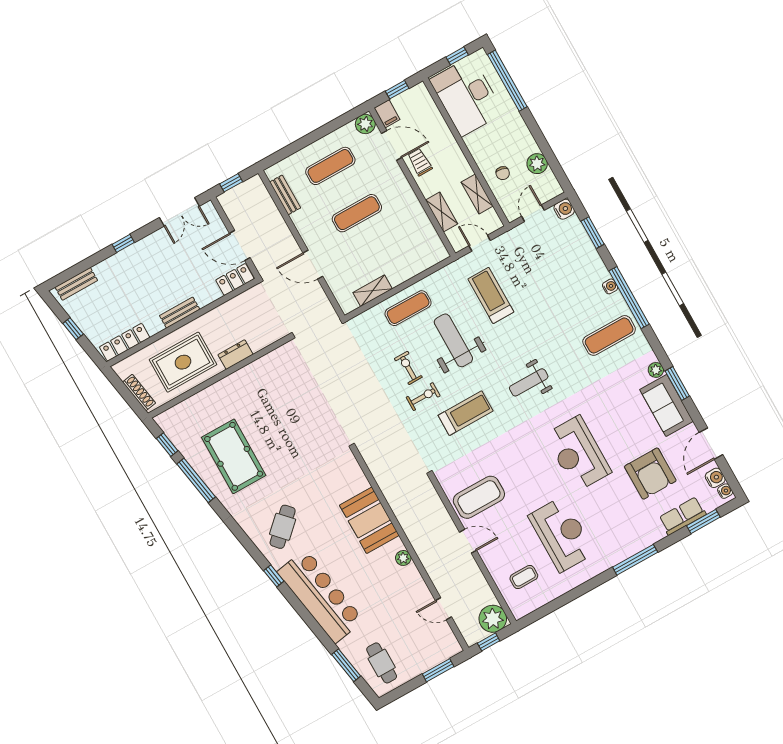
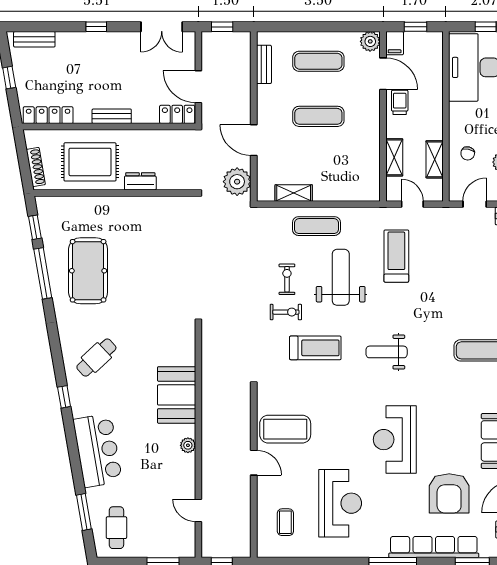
row of seats: (682, 516) -> (434, 547), width x2.02
coffee table: (524, 577) -> (285, 522), turned 90
bar counter: (320, 596) -> (98, 450), width x0.73
plant: (493, 619) -> (237, 182), moved

